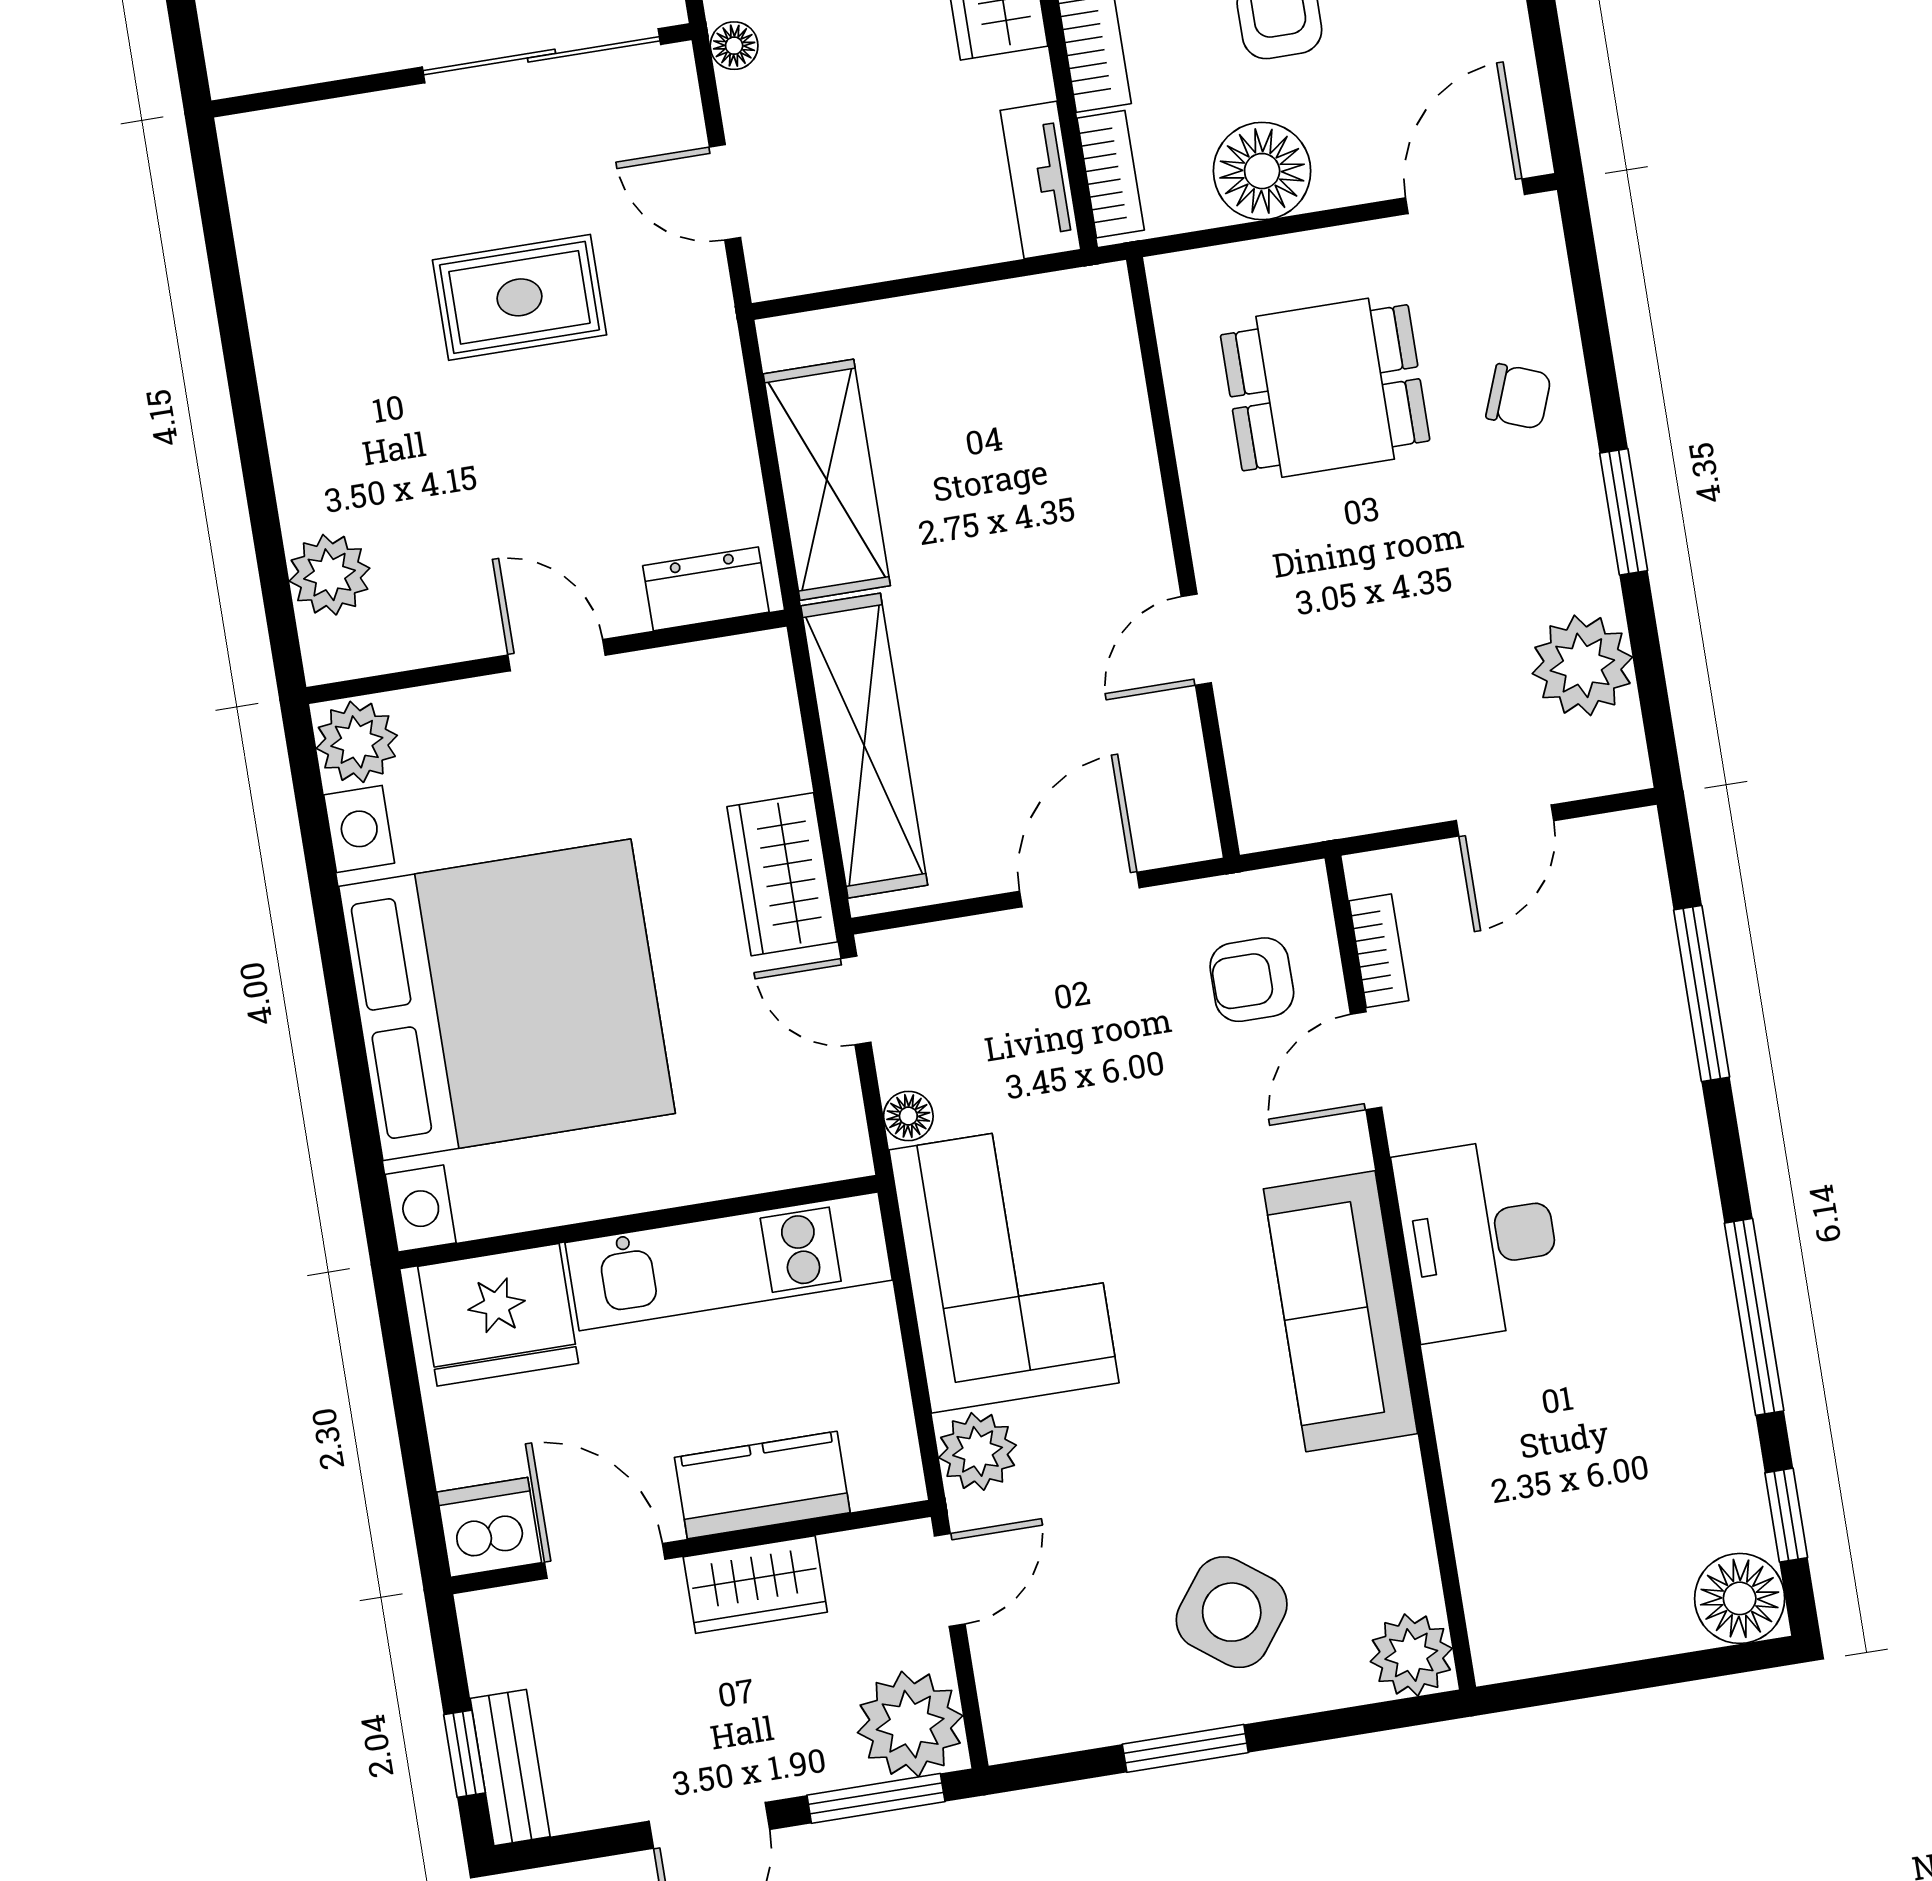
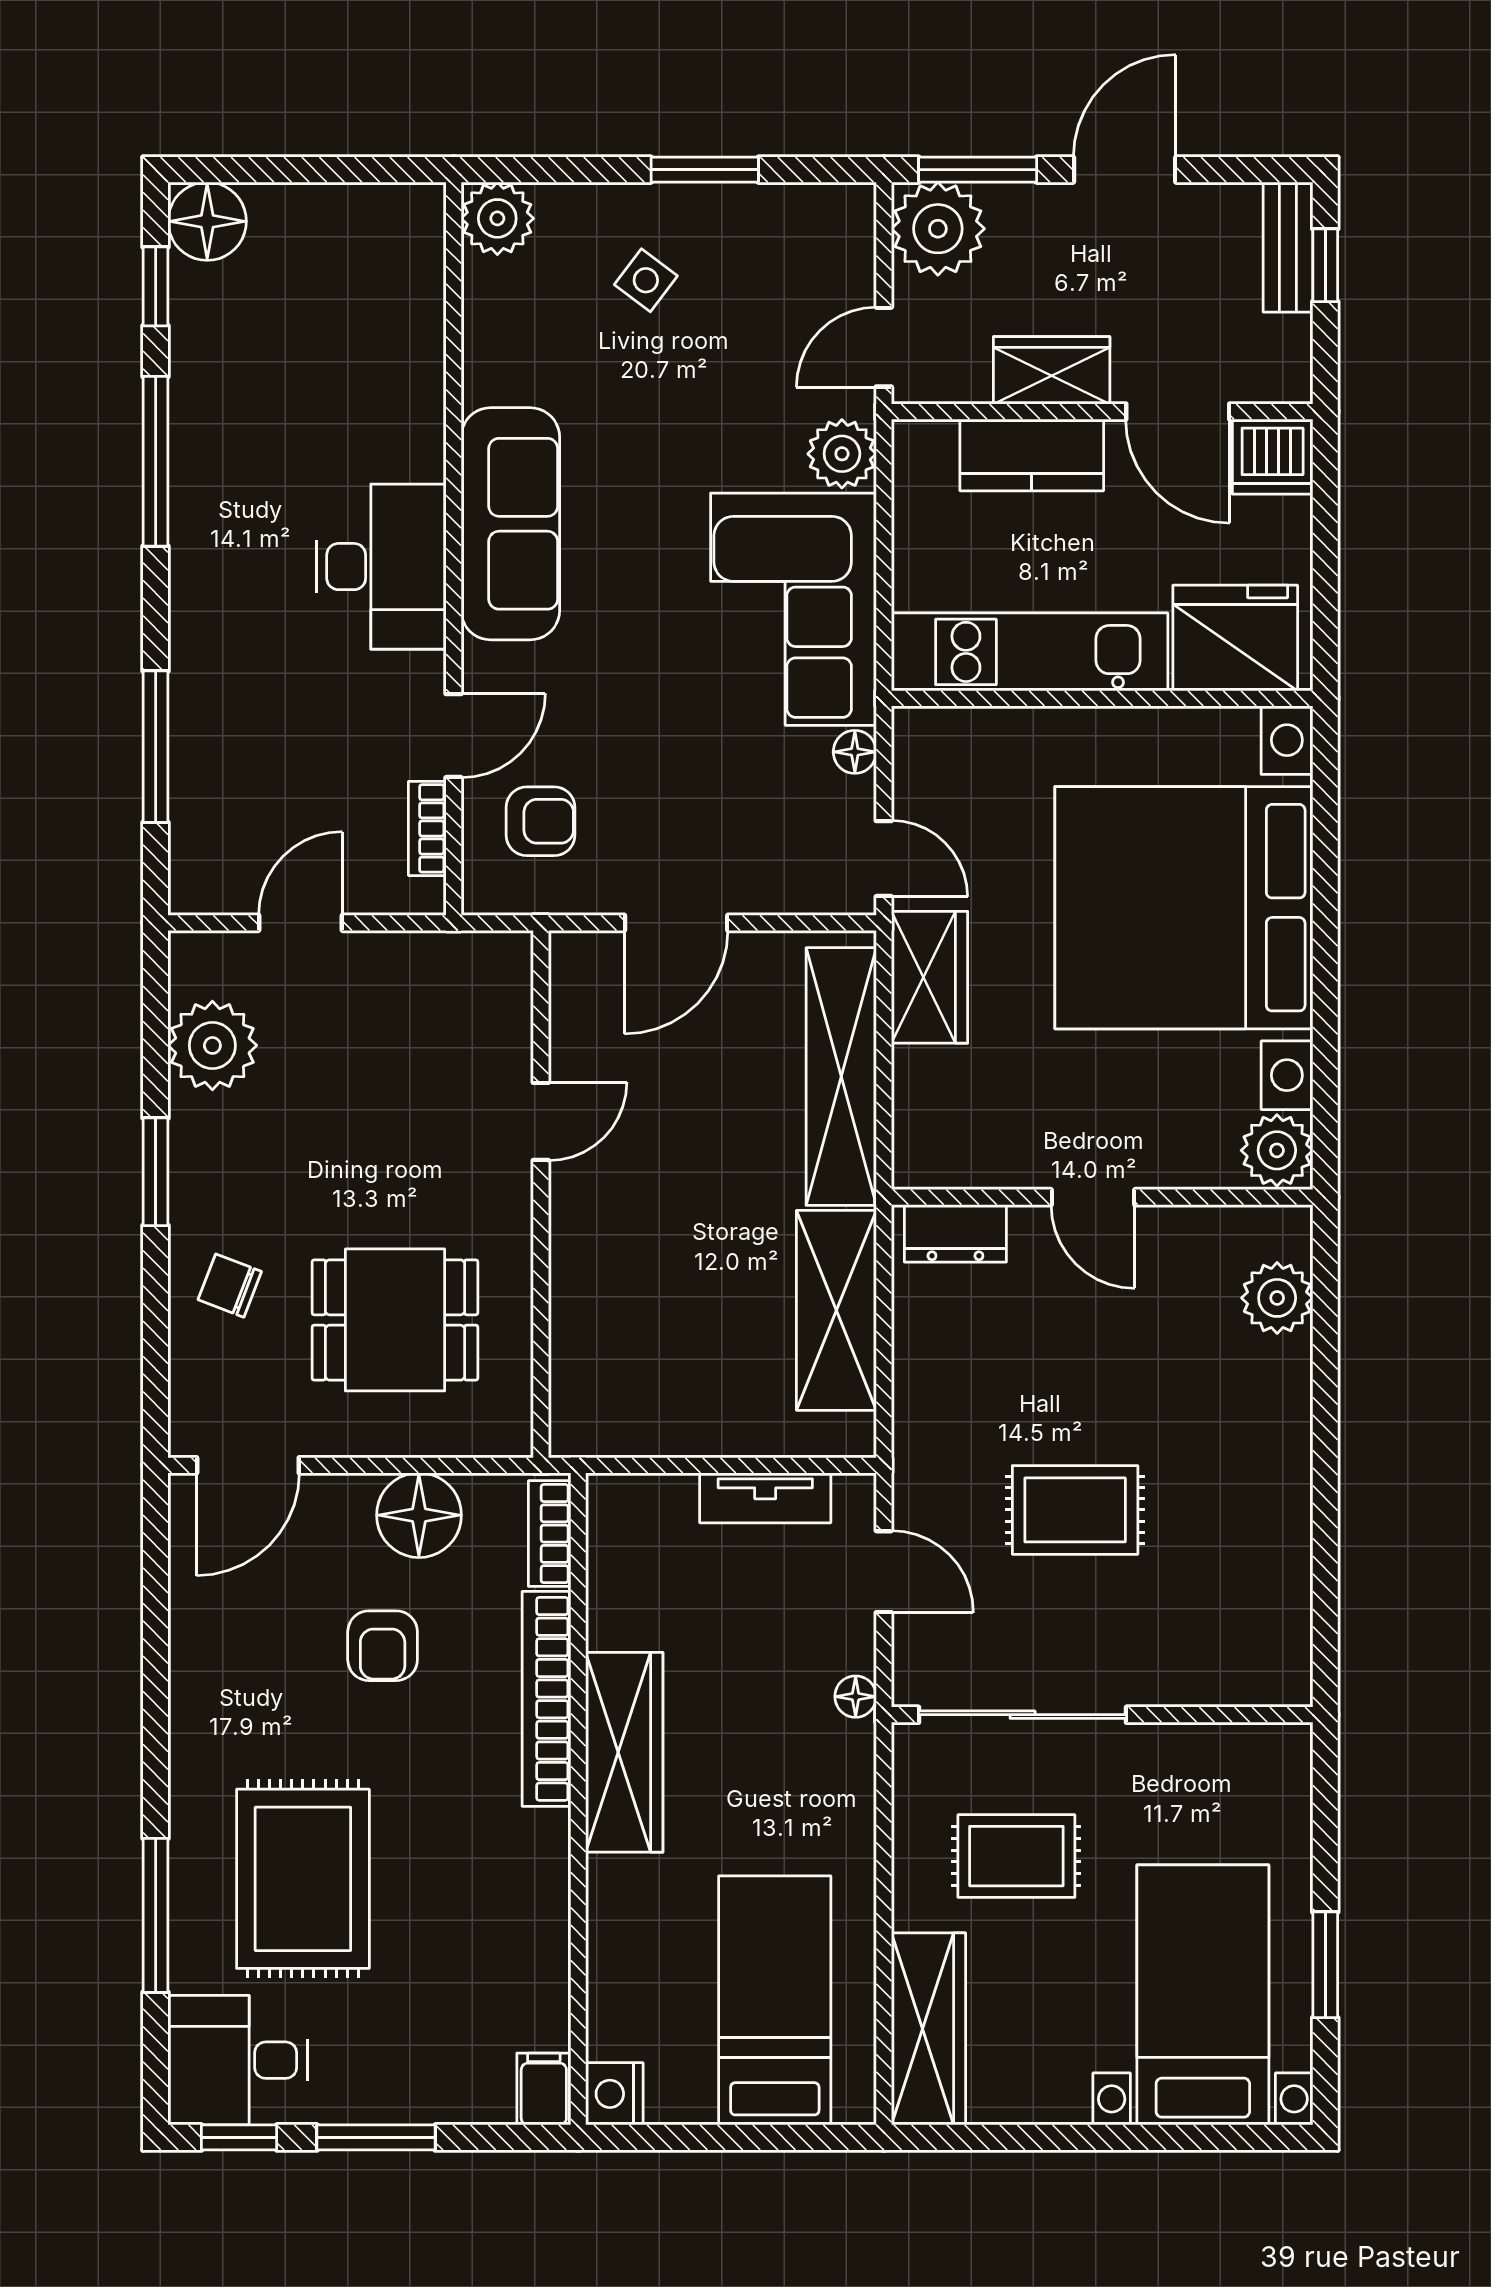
tv unit: (1040, 180) -> (765, 1498), moved, turned 90
side table: (1232, 1612) -> (646, 280), width x0.54, depth x0.54

